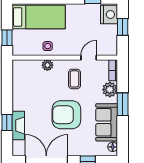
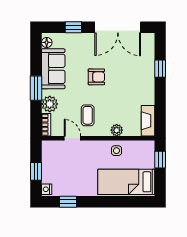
nightstand: (109, 14) -> (47, 189), width x0.53, depth x0.56
door: (89, 58) -> (72, 138), swing flipped
armchair: (66, 115) -> (96, 77), width x0.53, depth x0.53
fireplace: (18, 125) -> (148, 121), moved

